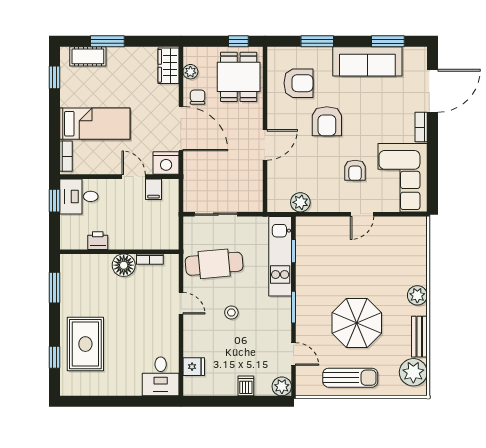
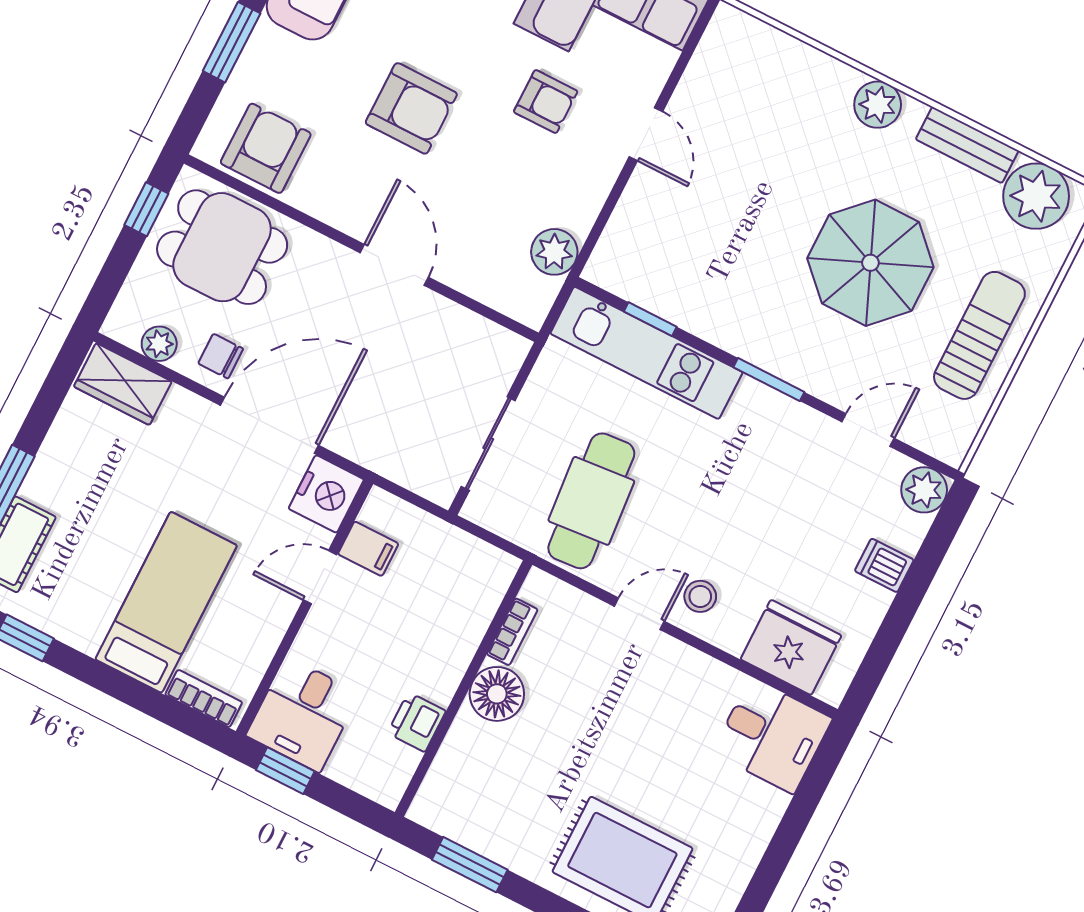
armchair: (298, 83) -> (266, 148), moved
stool: (231, 313) -> (700, 596), moved
fridge: (194, 367) -> (791, 647), width x1.88, depth x1.34

